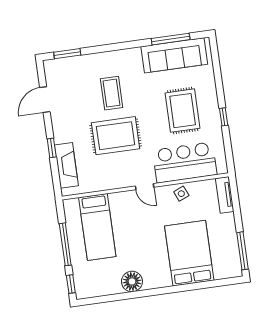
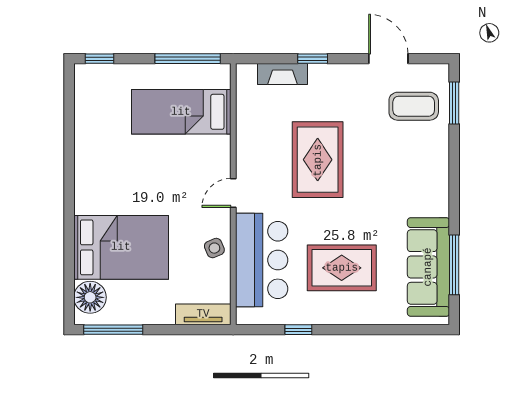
coffee table: (112, 93) -> (414, 106), moved
window: (224, 117) -> (298, 330), moved
fireplace: (66, 165) -> (282, 74), width x0.73, depth x0.76
window: (65, 244) -> (188, 59), moved
floor lamp: (132, 281) -> (90, 297), moved

